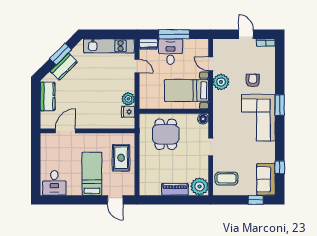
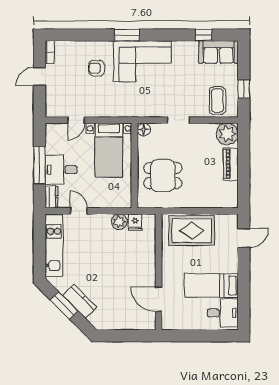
door: (137, 66) -> (79, 211), hinge flipped
plant: (221, 82) -> (98, 107), removed
kitchen counter: (48, 96) -> (116, 321), removed
rug: (121, 158) -> (192, 231), width x1.36, depth x1.43
bed: (92, 174) -> (211, 286), moved
window: (256, 200) -> (244, 89), moved

